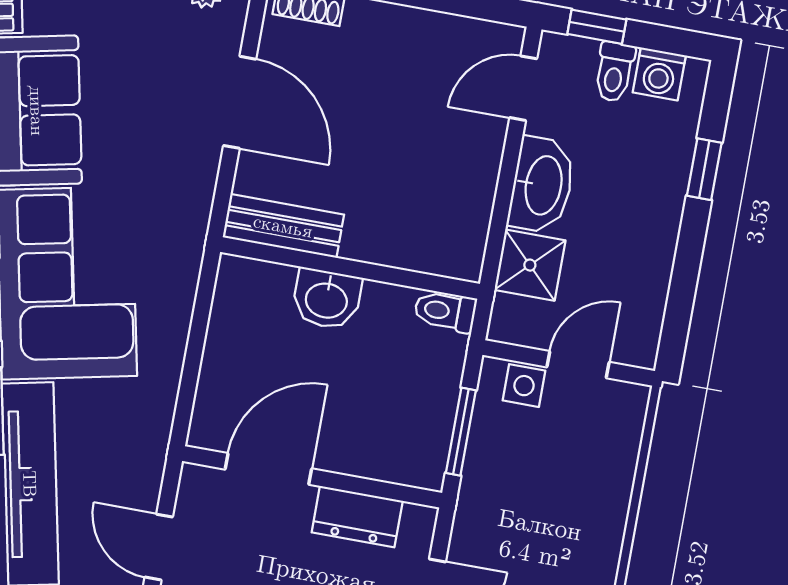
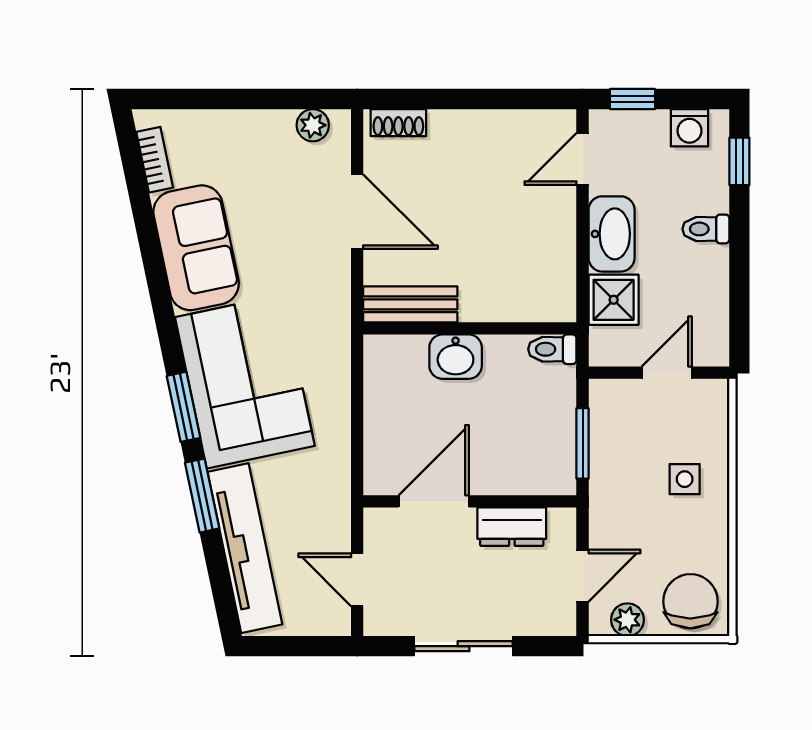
toilet: (614, 72) -> (706, 229), moved, turned 90
window: (704, 169) -> (739, 161), moved
side table: (524, 386) -> (685, 479), moved

